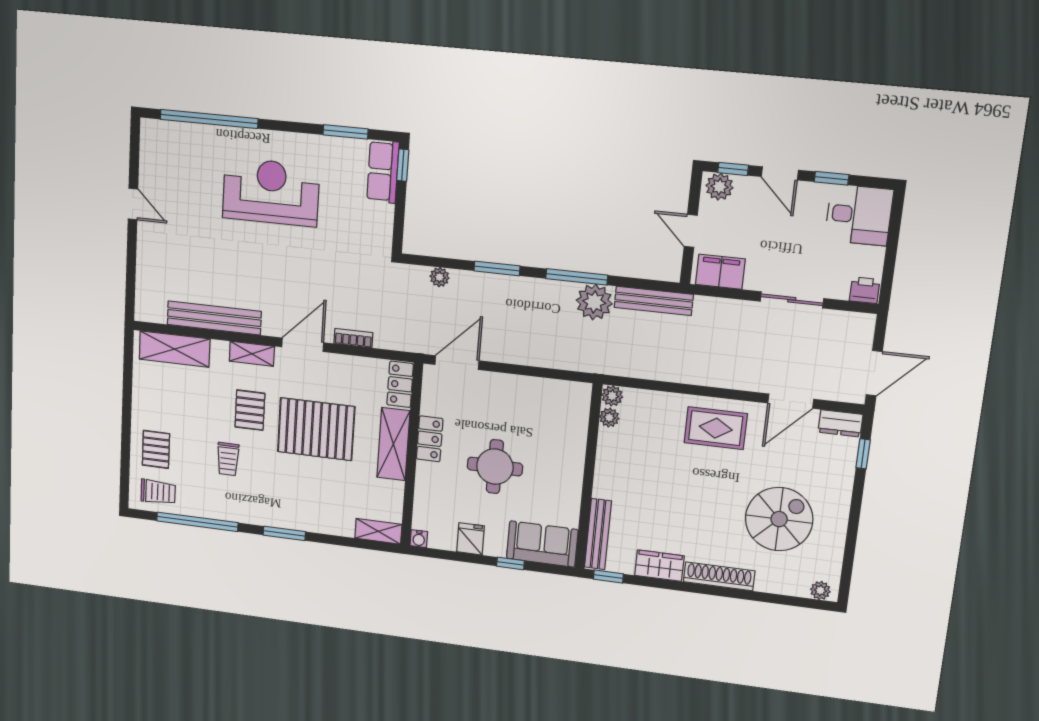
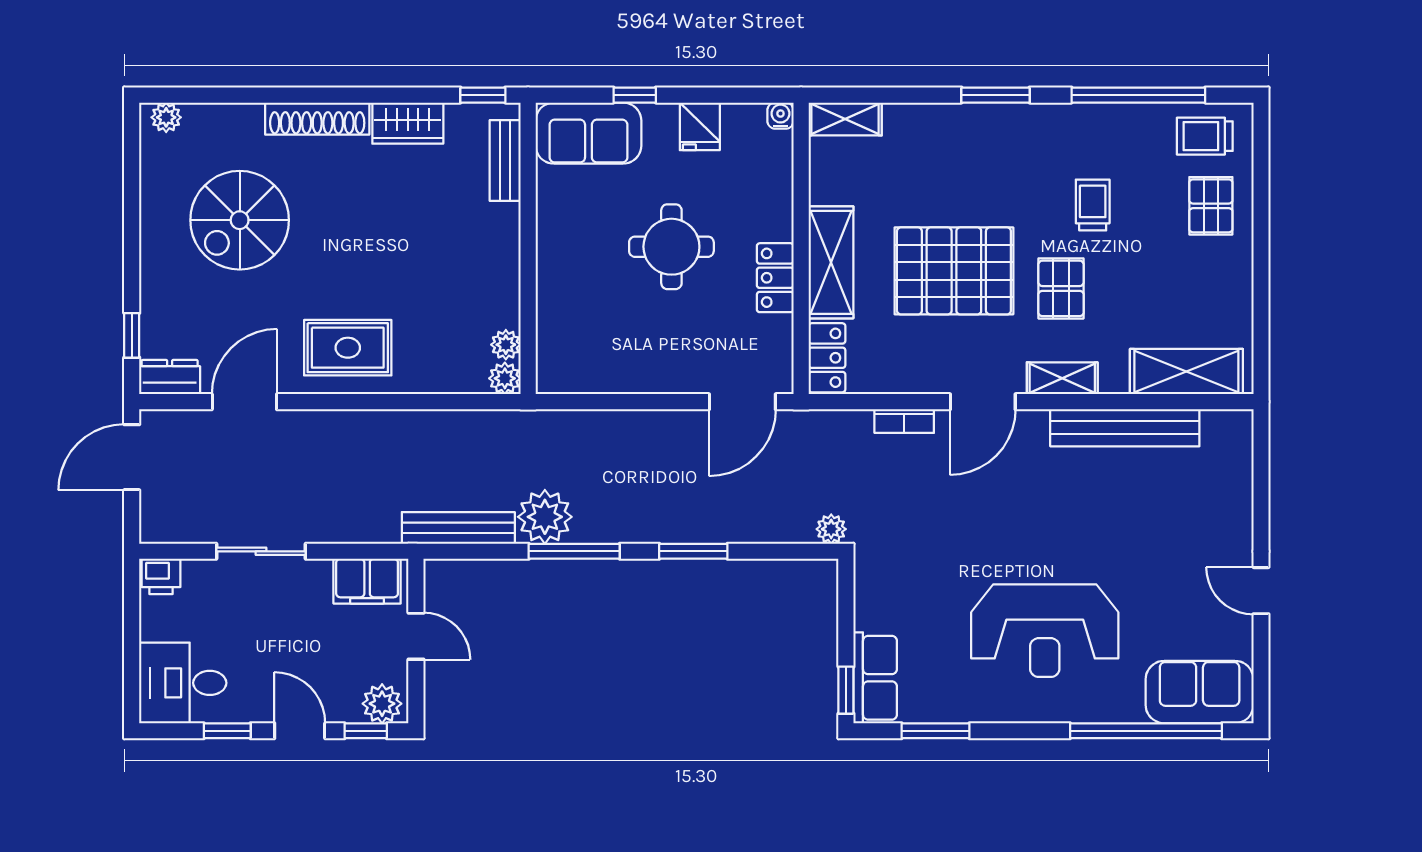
sofa: (174, 141) -> (1200, 692), added
plant: (440, 277) -> (831, 529), moved
bench: (598, 534) -> (505, 161), width x0.73

